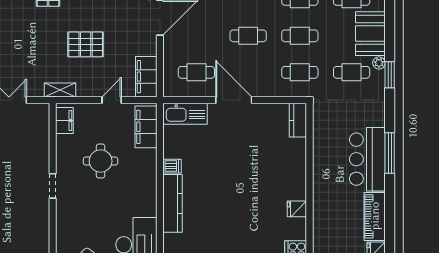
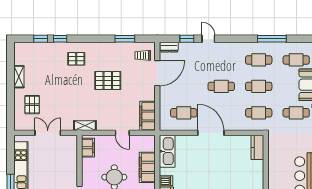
pallet: (86, 44) -> (108, 81), moved
door: (112, 100) -> (122, 133), swing flipped
kitchen sink: (185, 114) -> (167, 151), moved, turned -90
filing cabinet: (146, 127) -> (147, 167), moved

